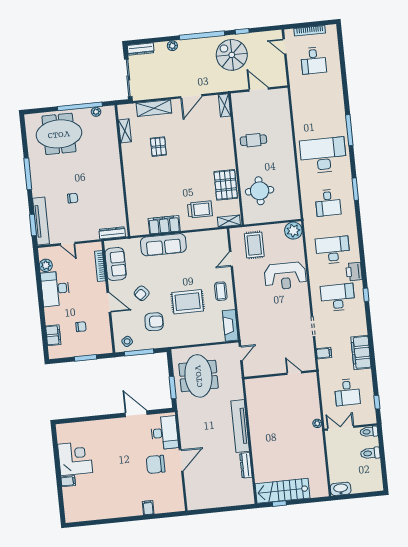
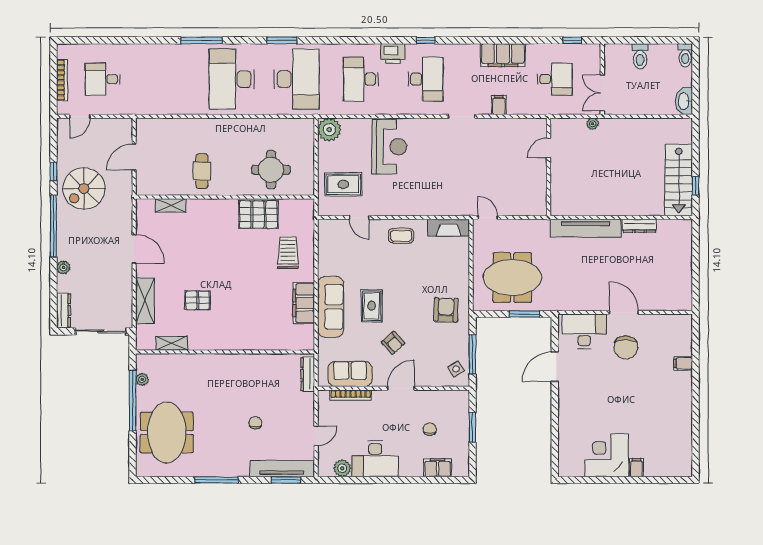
desk: (313, 61) -> (103, 79), turned 180
shelving: (224, 105) -> (171, 205), moved
desk: (328, 203) -> (296, 79), width x1.87, depth x1.30
shelving: (229, 221) -> (308, 215), removed
desk: (338, 297) -> (425, 79), turned 180
rug: (188, 302) -> (372, 306), moved, width x0.73, depth x0.70
armchair: (154, 322) -> (446, 310), moved
door: (294, 373) -> (548, 148), moved
wall: (280, 374) -> (548, 167), moved
toilet: (369, 432) -> (685, 55), moved

